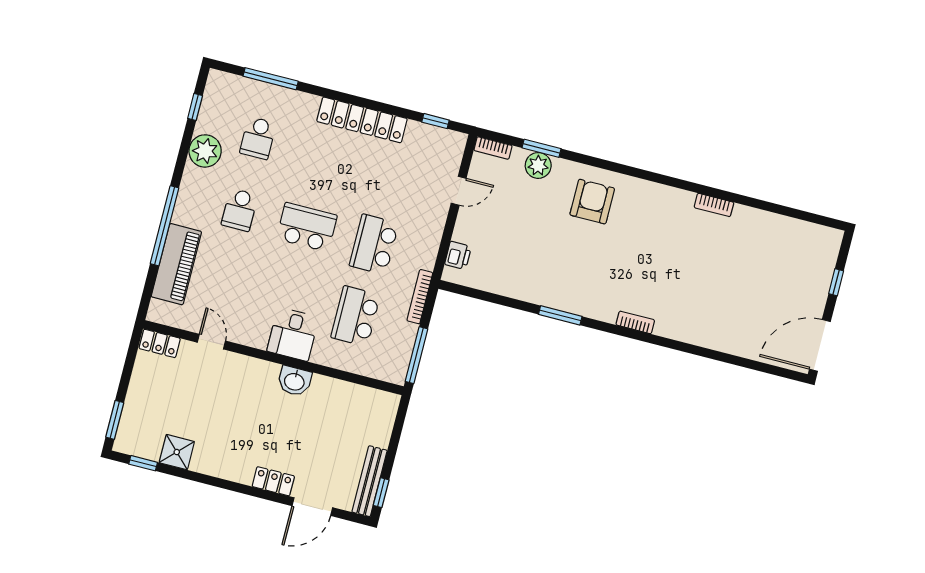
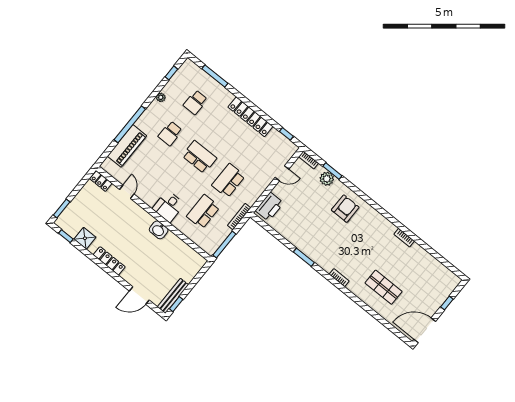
plant: (205, 151) -> (161, 97), width x0.53, depth x0.53
printer: (458, 255) -> (269, 207), width x1.87, depth x1.48
shop shelf: (717, 304) -> (384, 287), added
locker: (273, 481) -> (109, 261), moved, width x1.53

